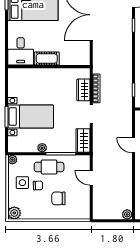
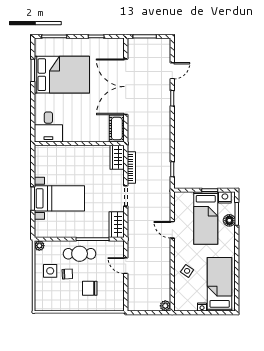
cot: (47, 58) -> (117, 129), moved, turned 90
wardrobe: (83, 90) -> (117, 157), moved
plant: (42, 148) -> (72, 233), removed
plant: (14, 213) -> (41, 304), removed

